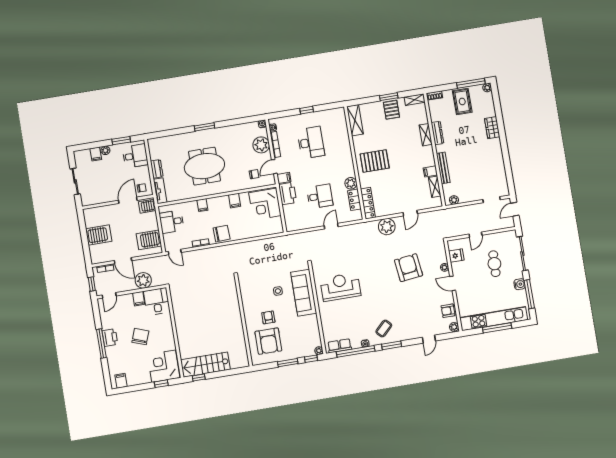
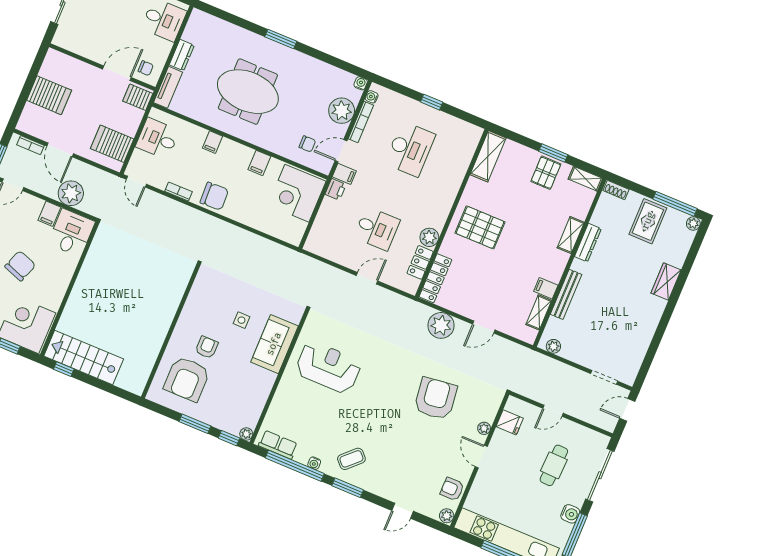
printer: (288, 193) -> (336, 189), width x0.53, depth x0.68
sofa: (304, 293) -> (274, 344), width x0.73

